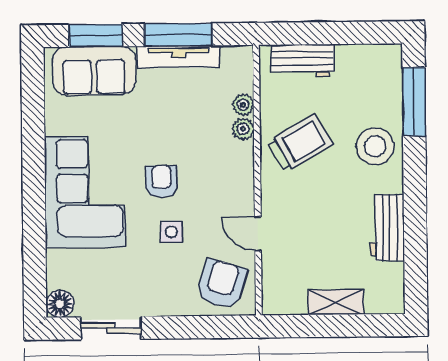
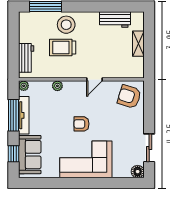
window: (95, 36) -> (13, 154), width x0.67
plant: (243, 105) -> (24, 86), moved
trolley: (300, 143) -> (63, 48), moved, turned -60
workbench: (387, 228) -> (115, 20), moved
side table: (171, 232) -> (105, 120), removed
door: (258, 234) -> (95, 79), moved

